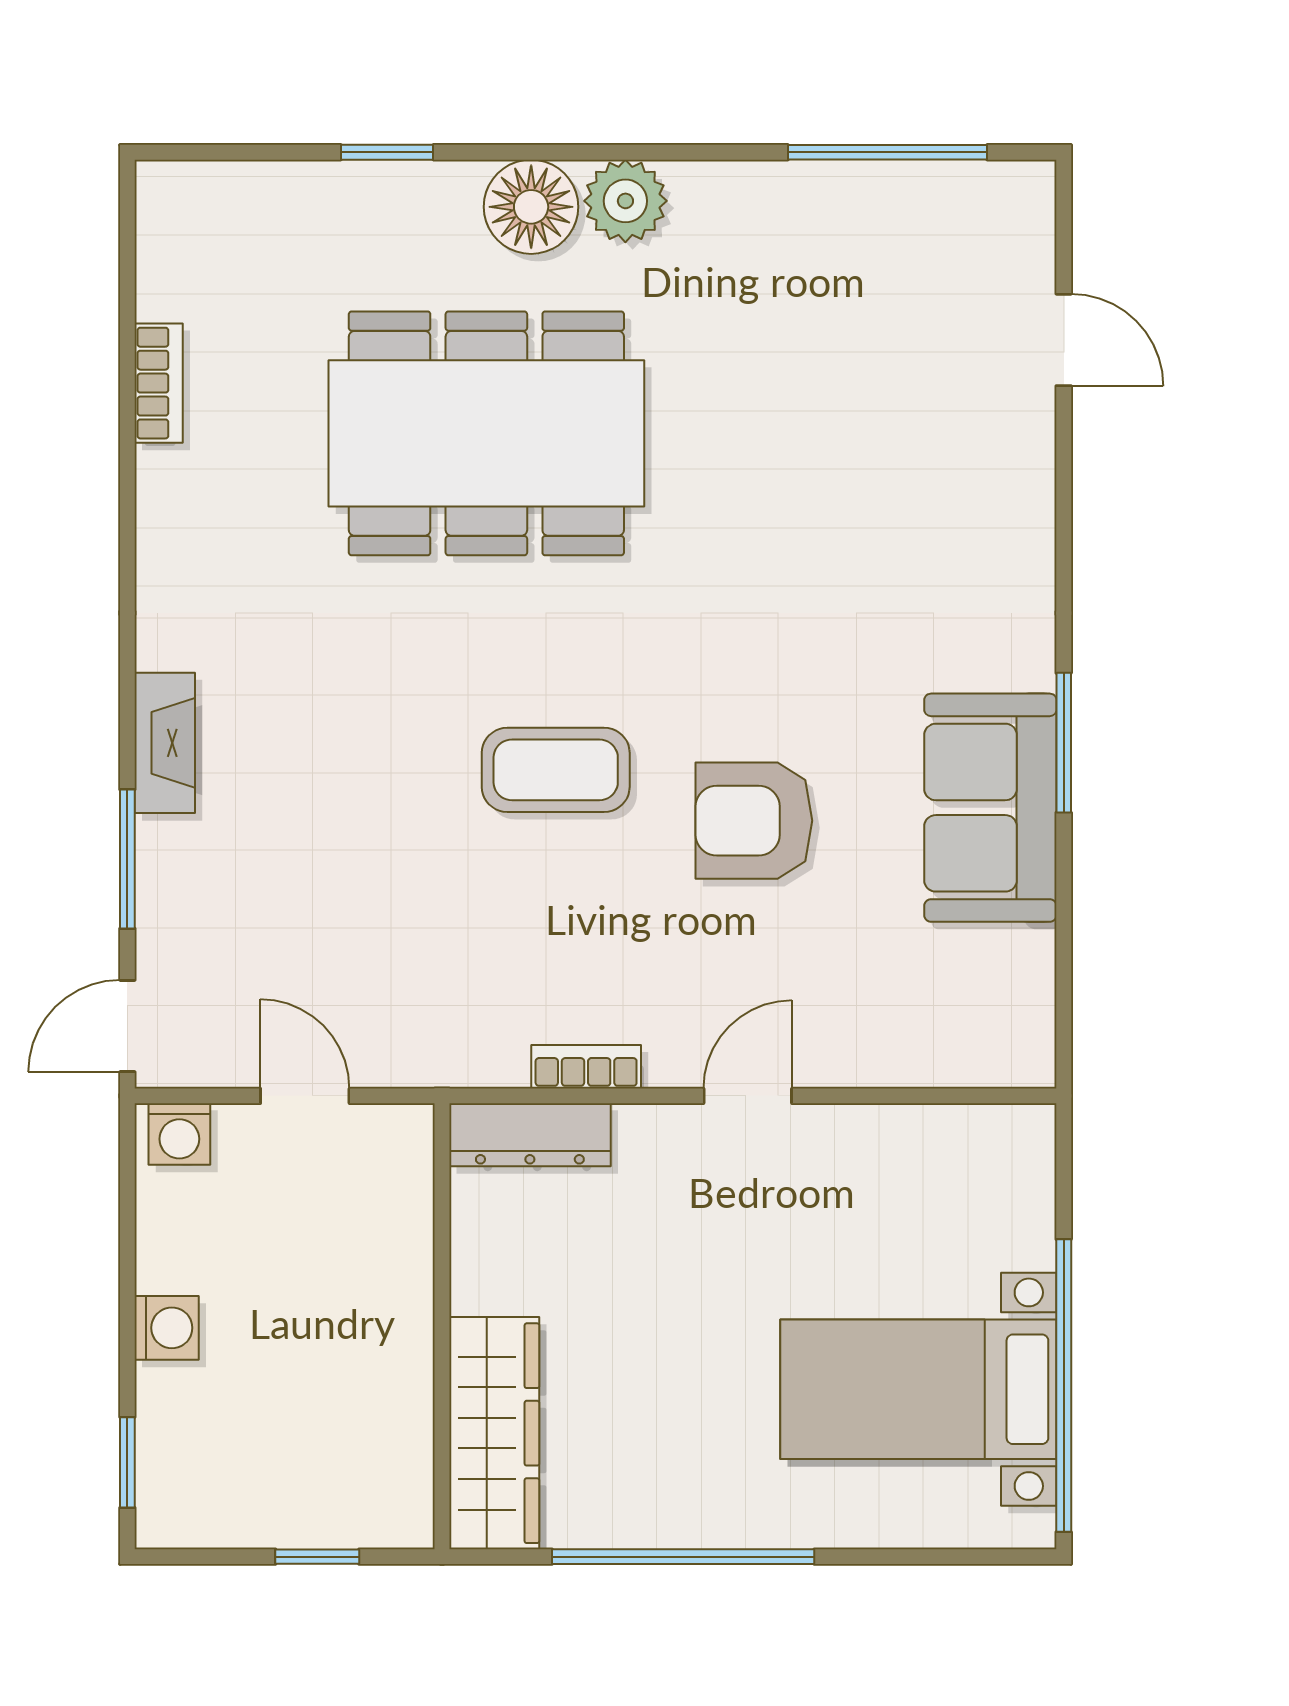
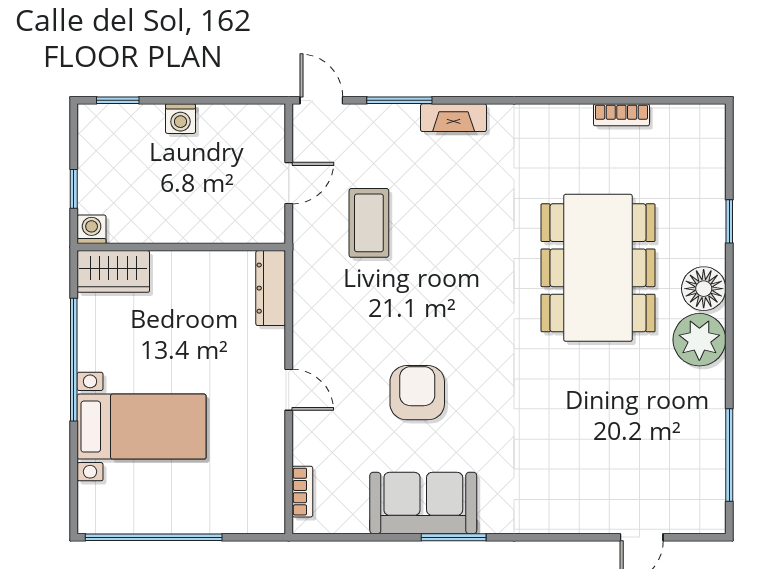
plant: (625, 201) -> (699, 340), width x1.36, depth x1.36
coffee table: (556, 770) -> (369, 223), moved
bookcase: (586, 1067) -> (302, 492), moved
washing machine: (179, 1134) -> (92, 229), moved, turned 90
bed with nightstands: (918, 1389) -> (142, 427), moved, turned 90
wardrobe: (494, 1433) -> (113, 271), width x0.67

